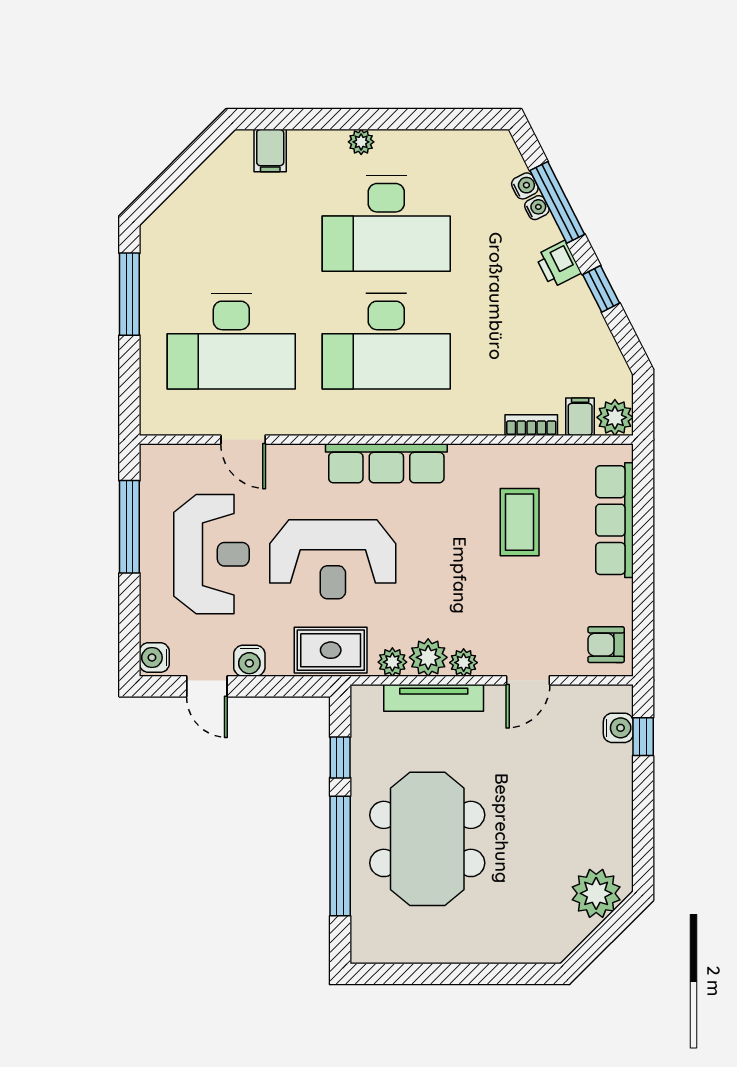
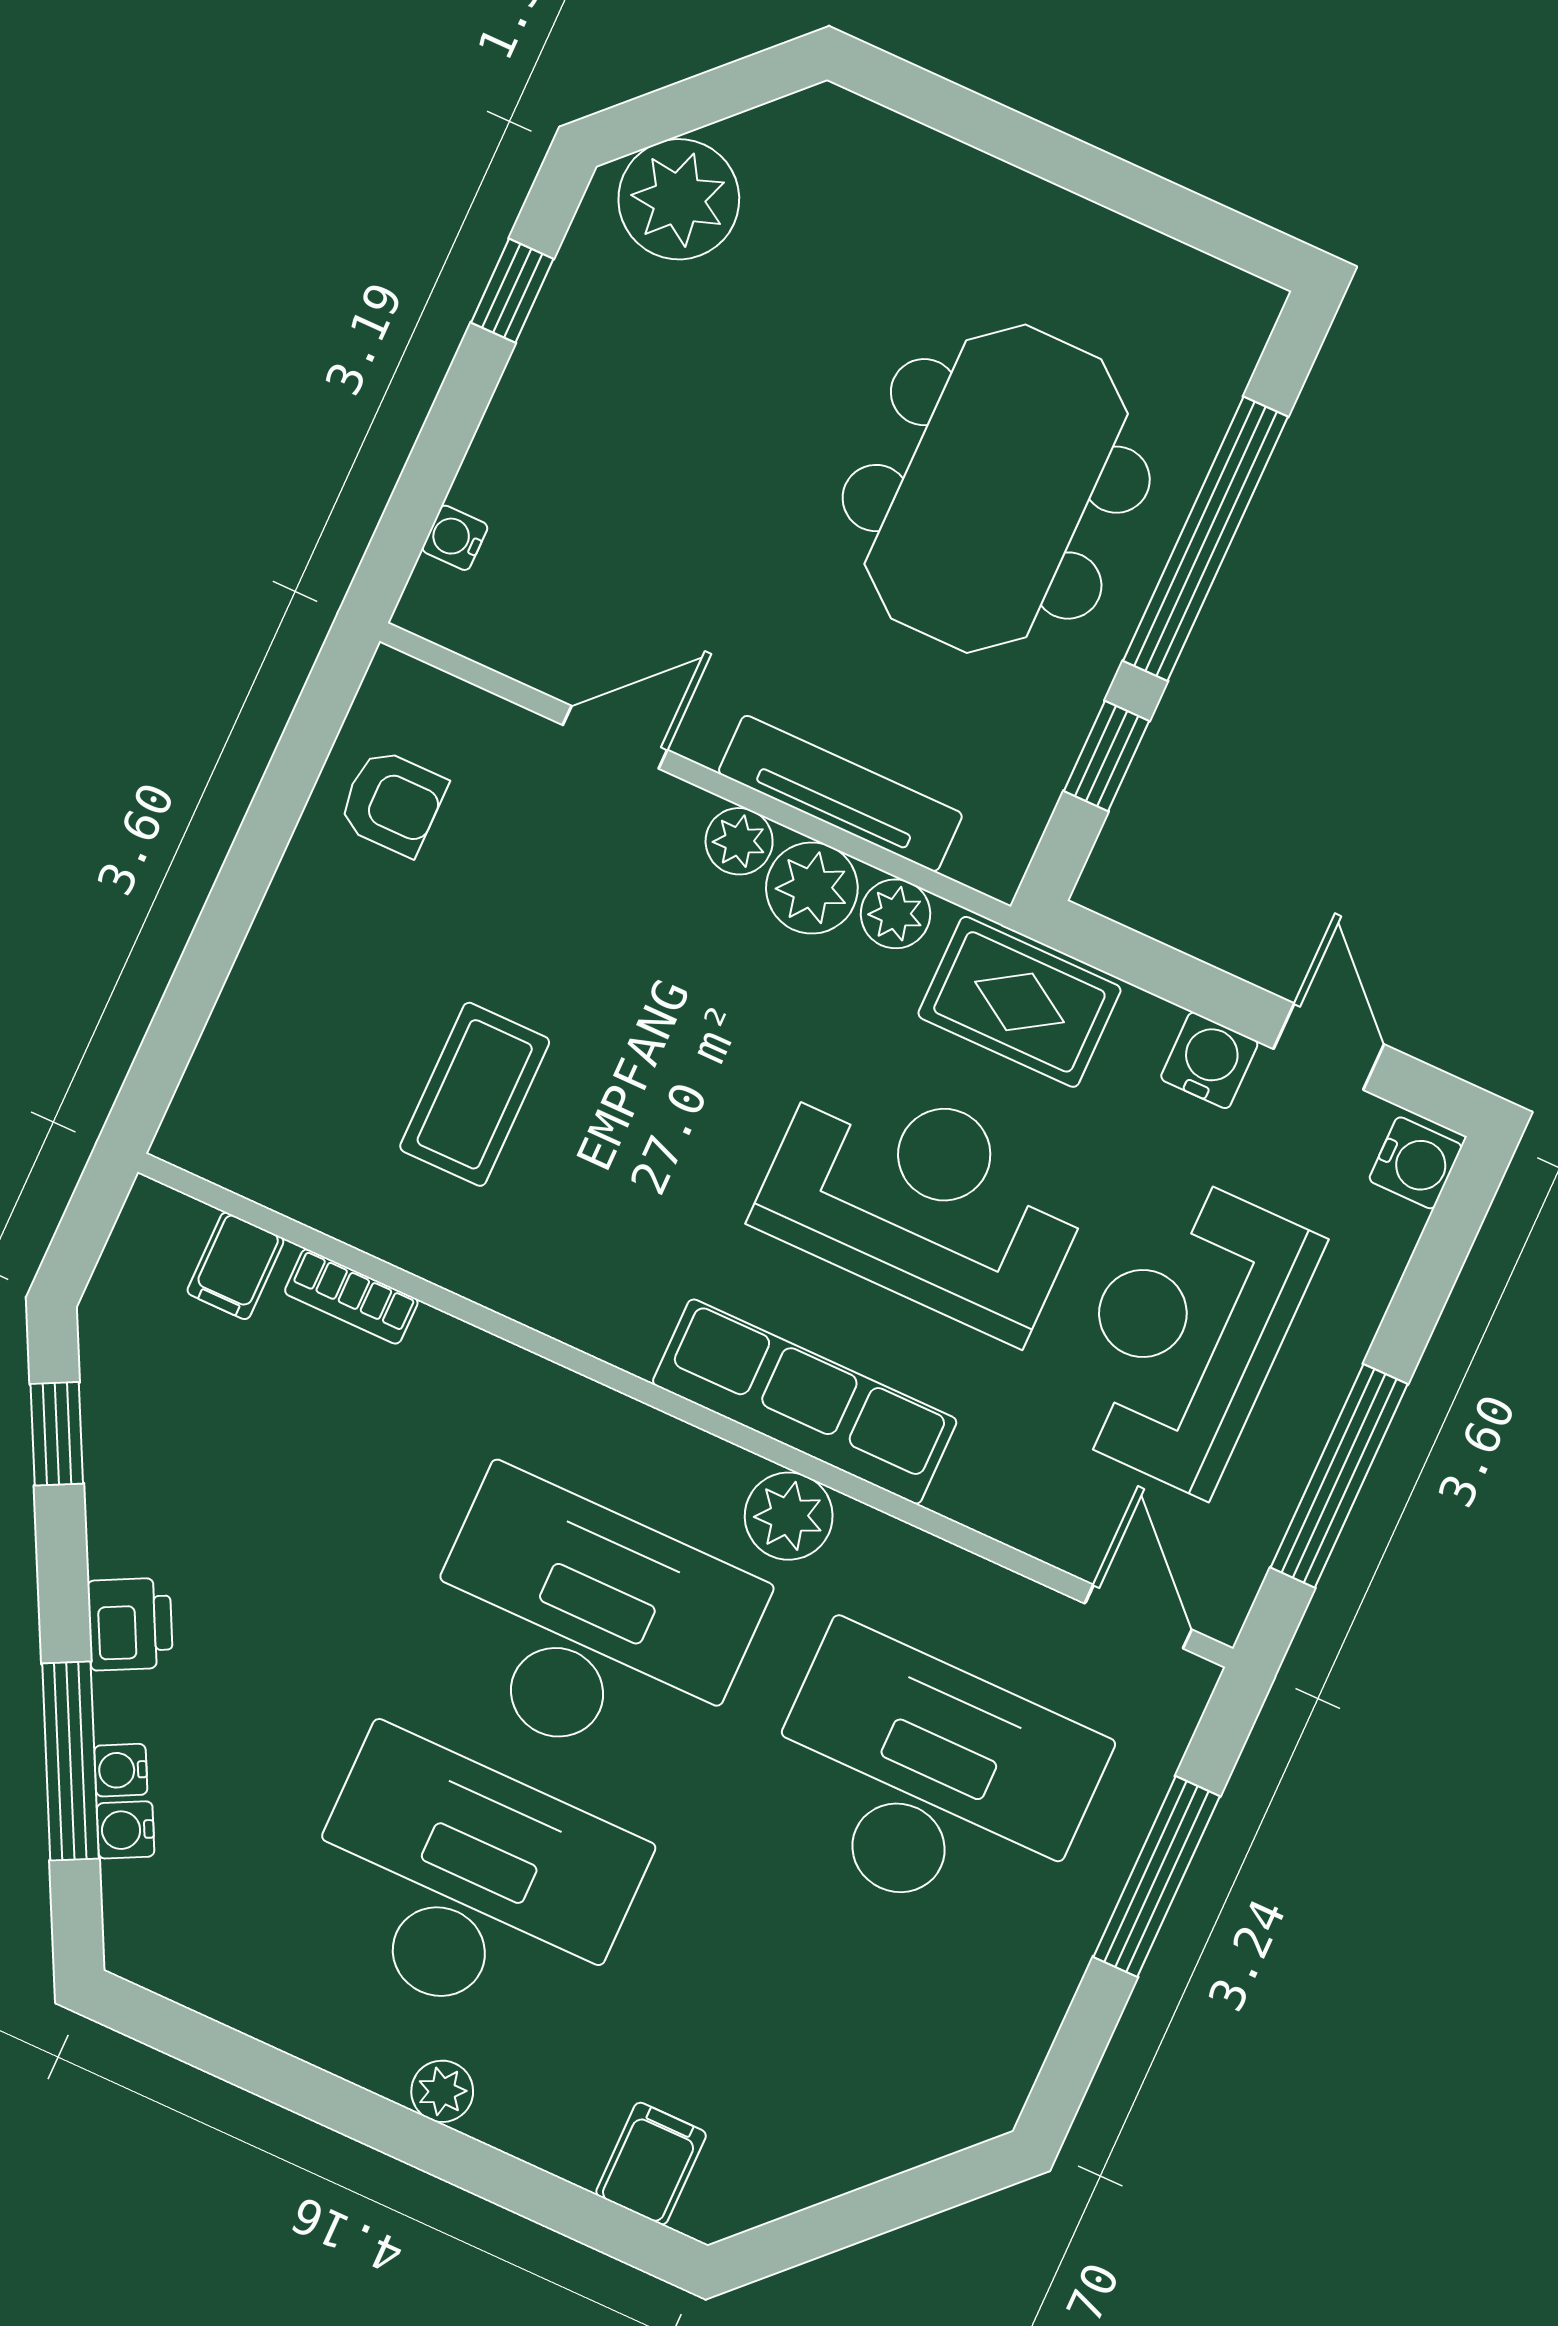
window: (601, 289) -> (57, 1434), moved
window: (129, 294) -> (1157, 1877), moved
plant: (615, 417) -> (789, 1516), moved
door: (243, 440) -> (1138, 1617), moved
row of seats: (386, 463) -> (805, 1402), moved
row of seats: (614, 520) -> (264, 1004), removed
armchair: (606, 645) -> (392, 802), moved
water cooler: (618, 728) -> (455, 538), width x0.72, depth x0.72
window: (643, 737) -> (512, 291), moved

